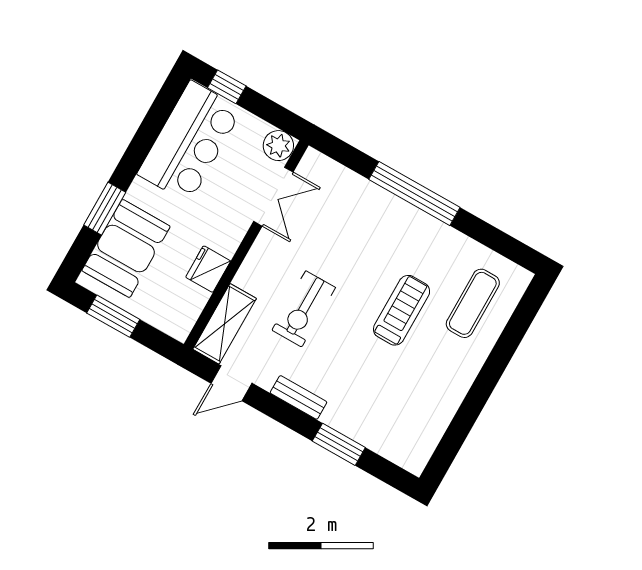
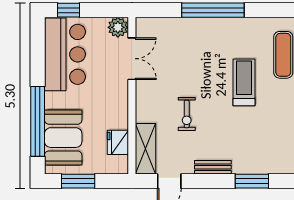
window: (105, 209) -> (38, 121), width x2.11
fridge: (208, 269) -> (118, 142), moved
exercise bike: (304, 309) -> (187, 114), width x0.73, depth x0.72

